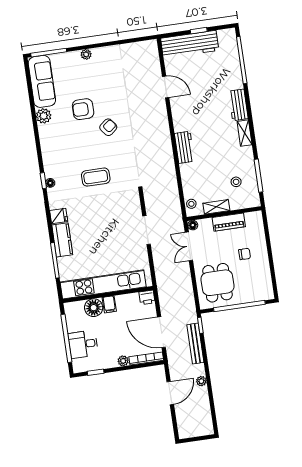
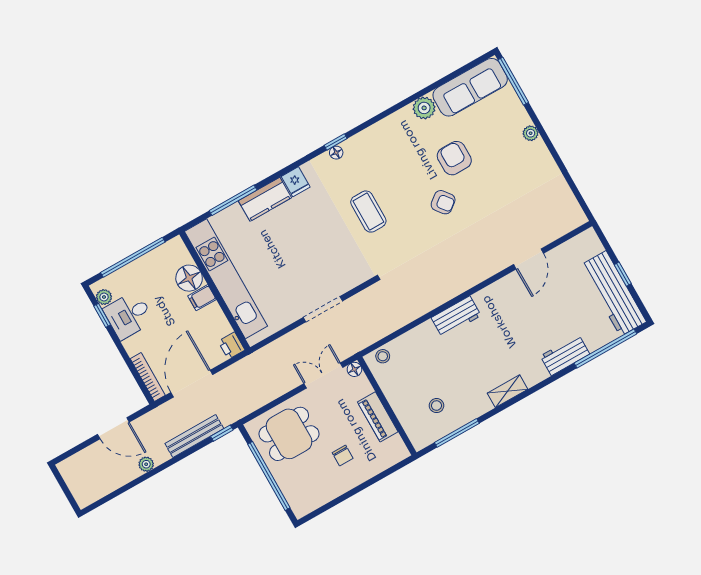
workbench: (190, 44) -> (613, 293), moved
workbench: (238, 105) -> (565, 355), moved
shelving: (216, 207) -> (392, 392), removed
desk: (83, 344) -> (129, 315), moved, turned -90
plant: (123, 361) -> (104, 297), moved

